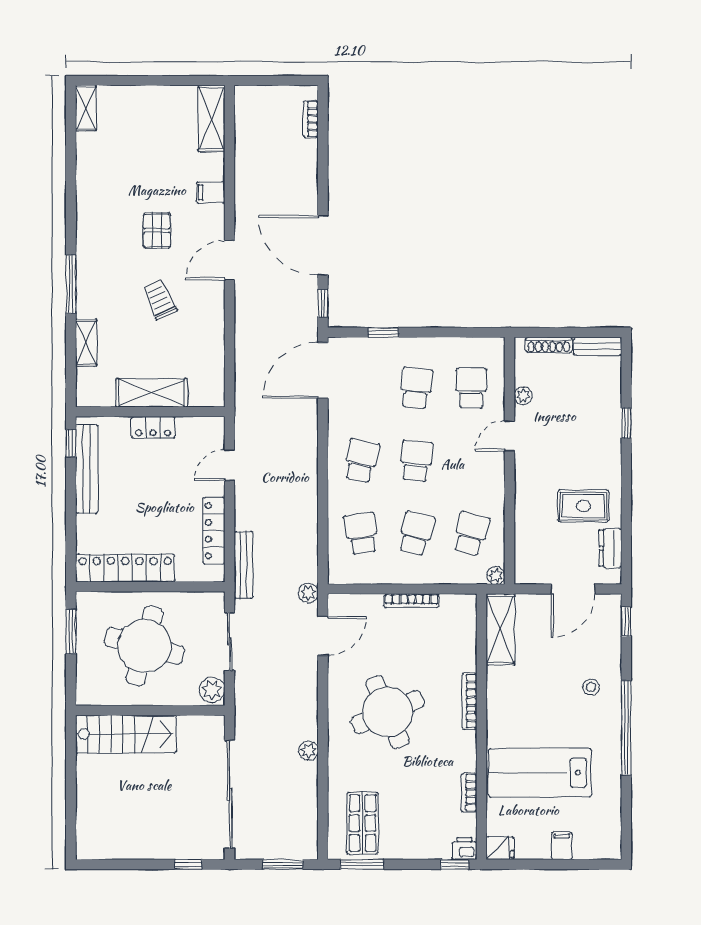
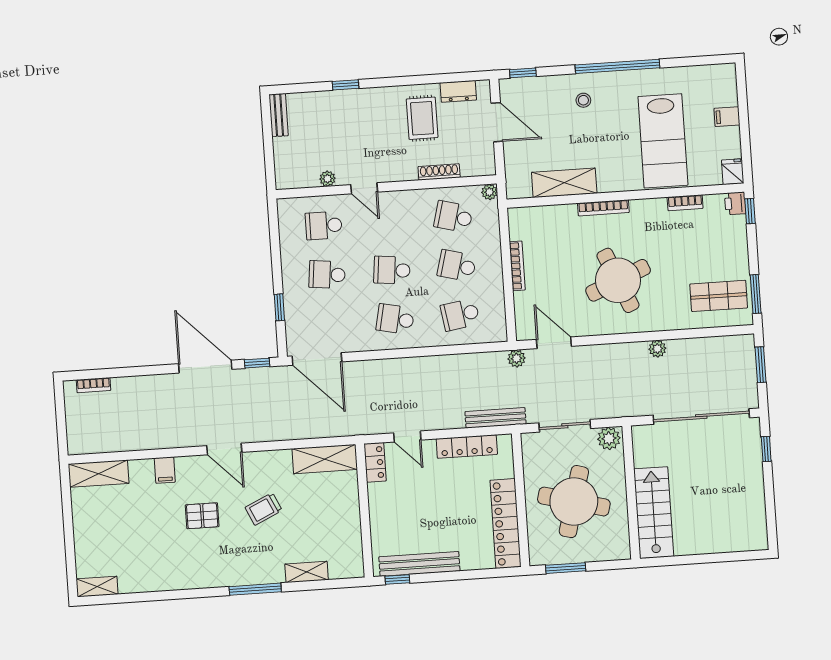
door: (323, 245) -> (205, 367), swing flipped
shoe rack: (549, 345) -> (439, 172), moved, turned -90
shelving: (152, 393) -> (325, 459), moved, turned 90
locker: (153, 427) -> (375, 462), moved
shelving: (500, 629) -> (564, 183), moved

